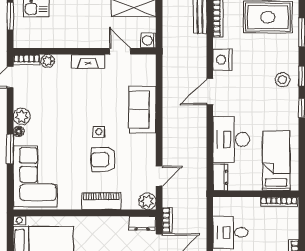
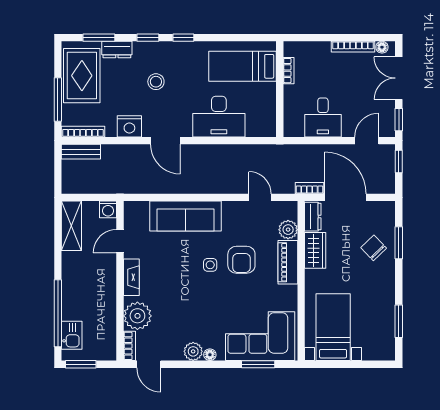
plant: (48, 61) -> (137, 316), width x1.87, depth x1.87
stool: (282, 80) -> (156, 82), moved
sofa: (142, 110) -> (186, 216), width x1.36
window: (10, 149) -> (258, 364), moved
dresser: (220, 177) -> (117, 50), moved, turned 180
plant: (147, 201) -> (288, 230), moved
bookcase: (279, 202) -> (289, 71), width x0.64
wardrobe: (112, 225) -> (315, 250), added

